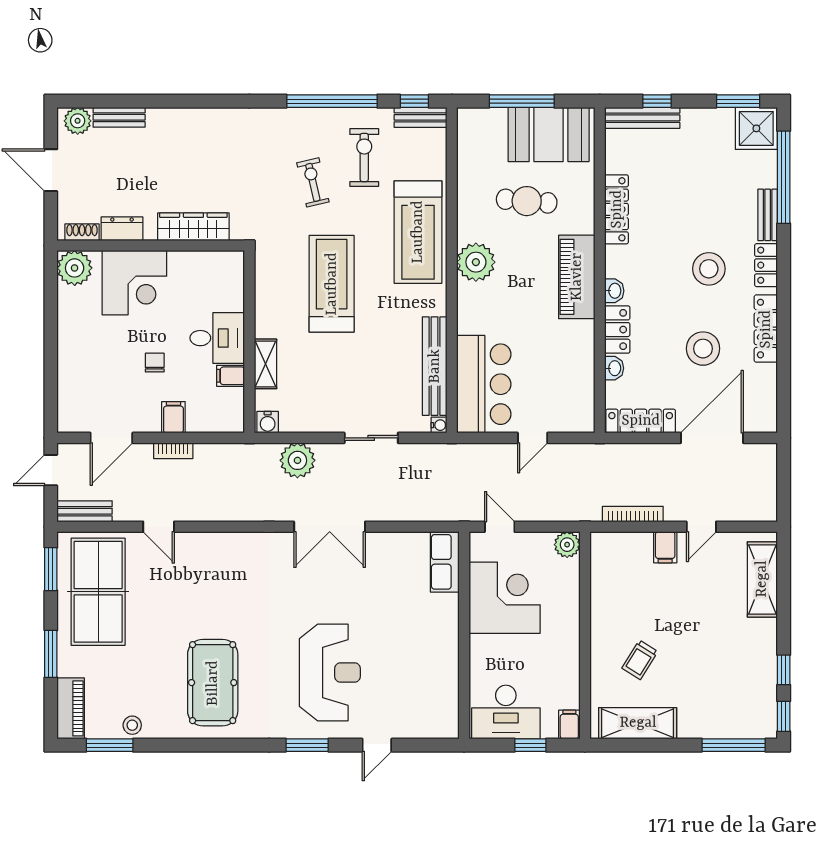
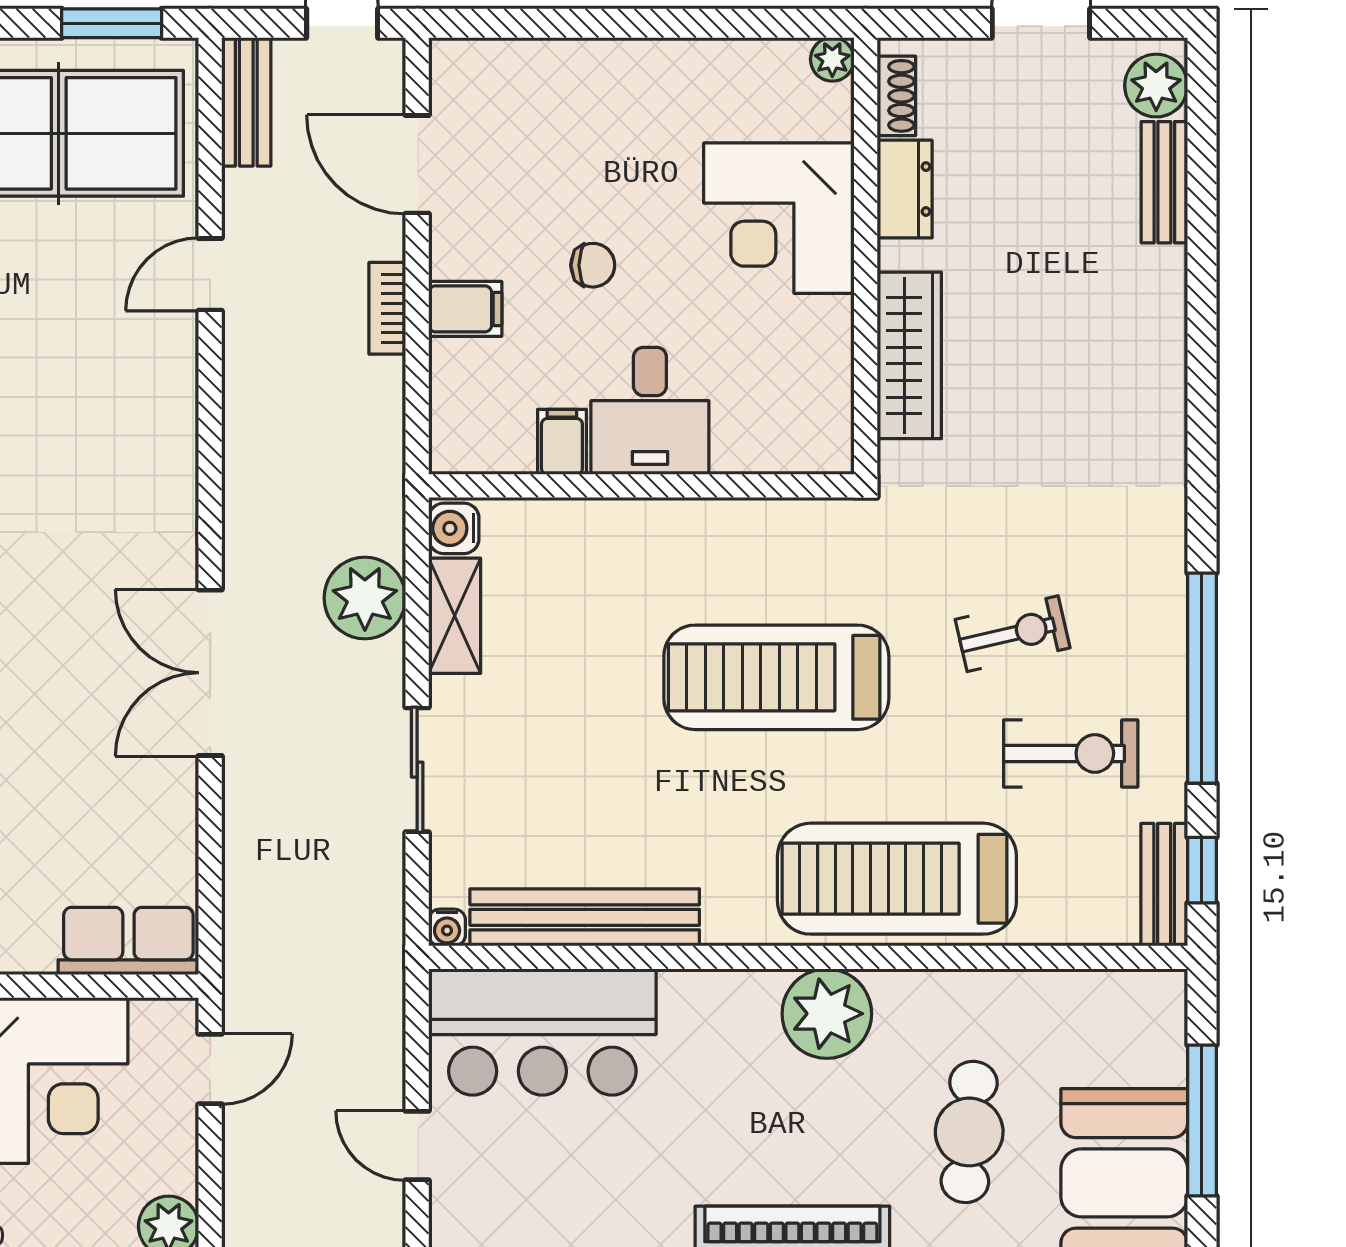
plant: (75, 268) -> (832, 59), width x0.53, depth x0.53
treadmill: (332, 284) -> (776, 677), turned 180
shelving: (266, 364) -> (455, 616), moved, turned 90

